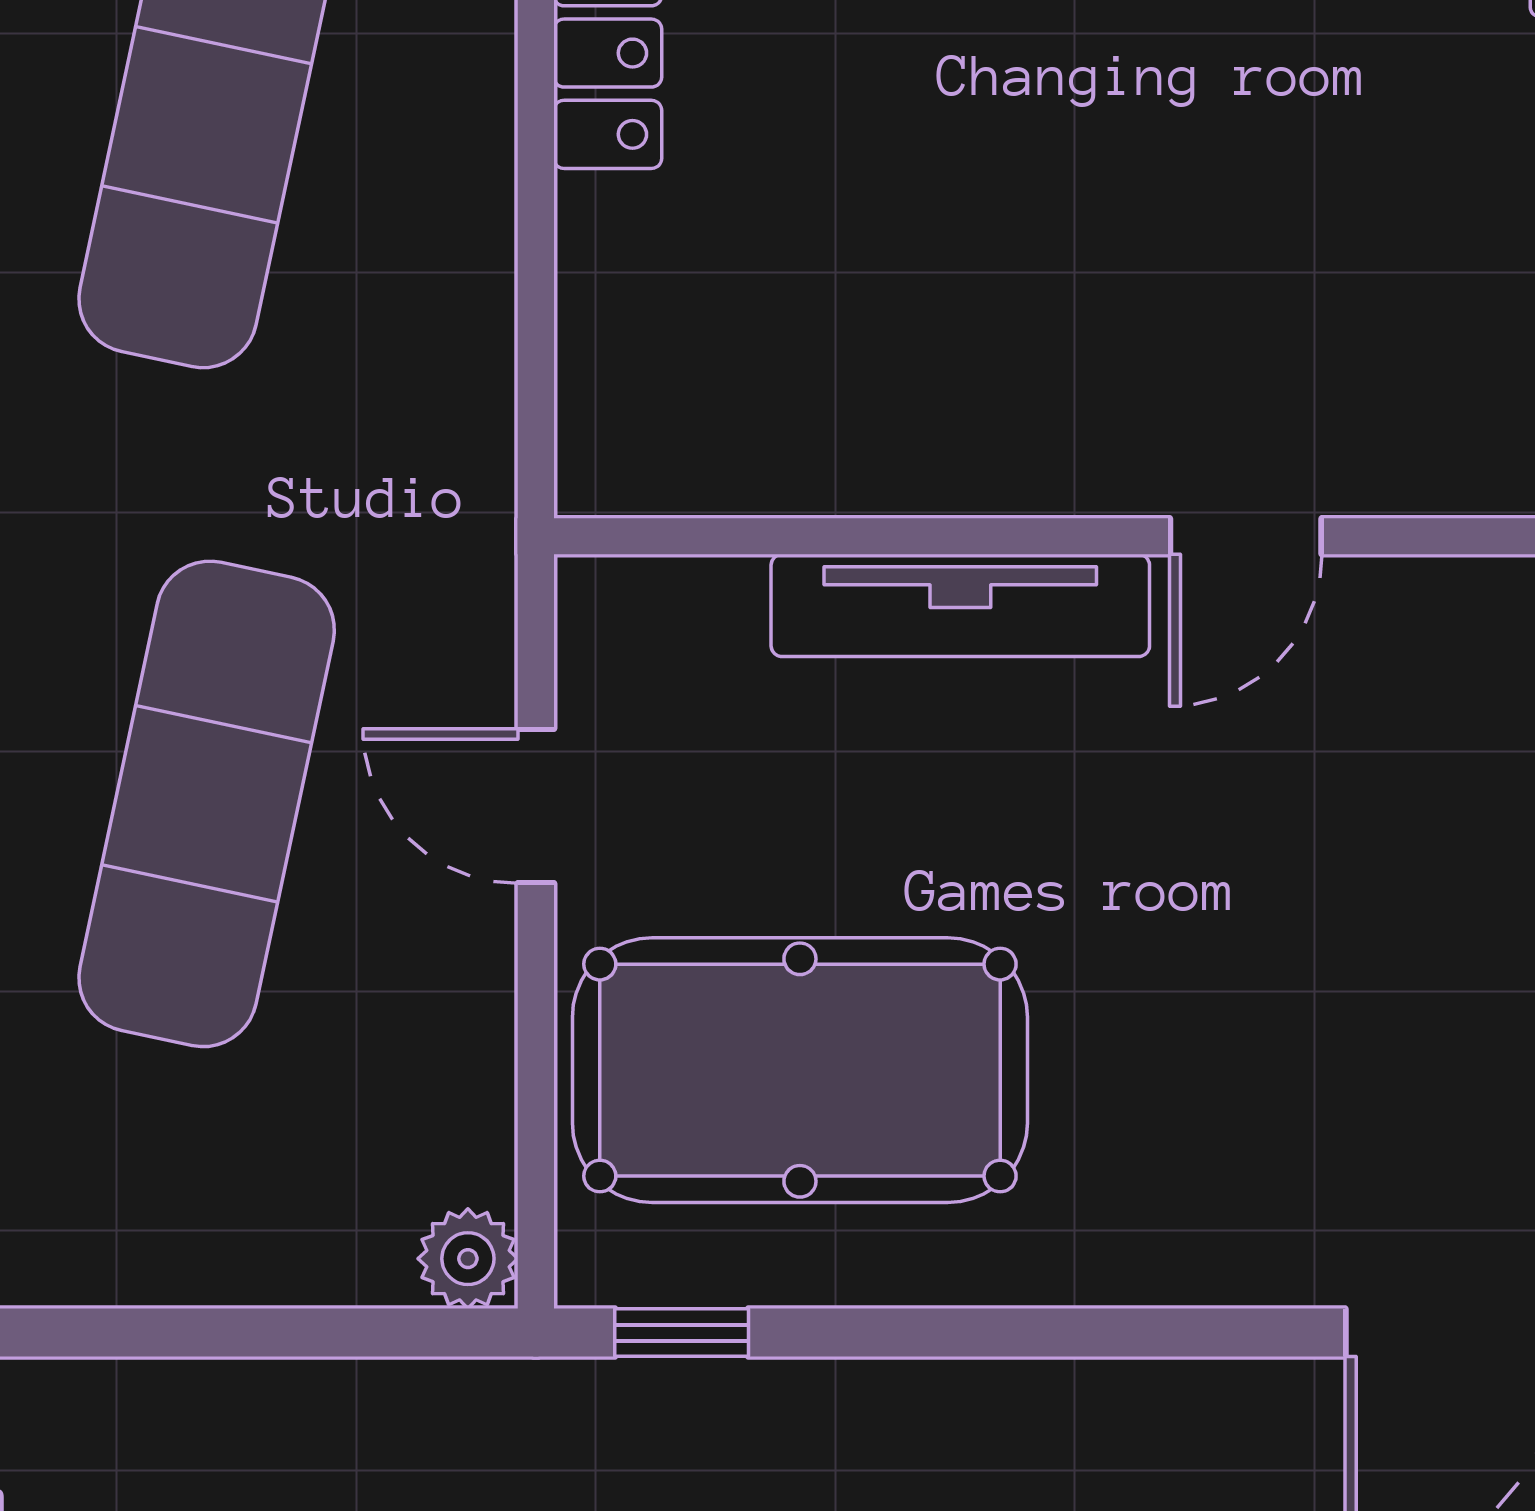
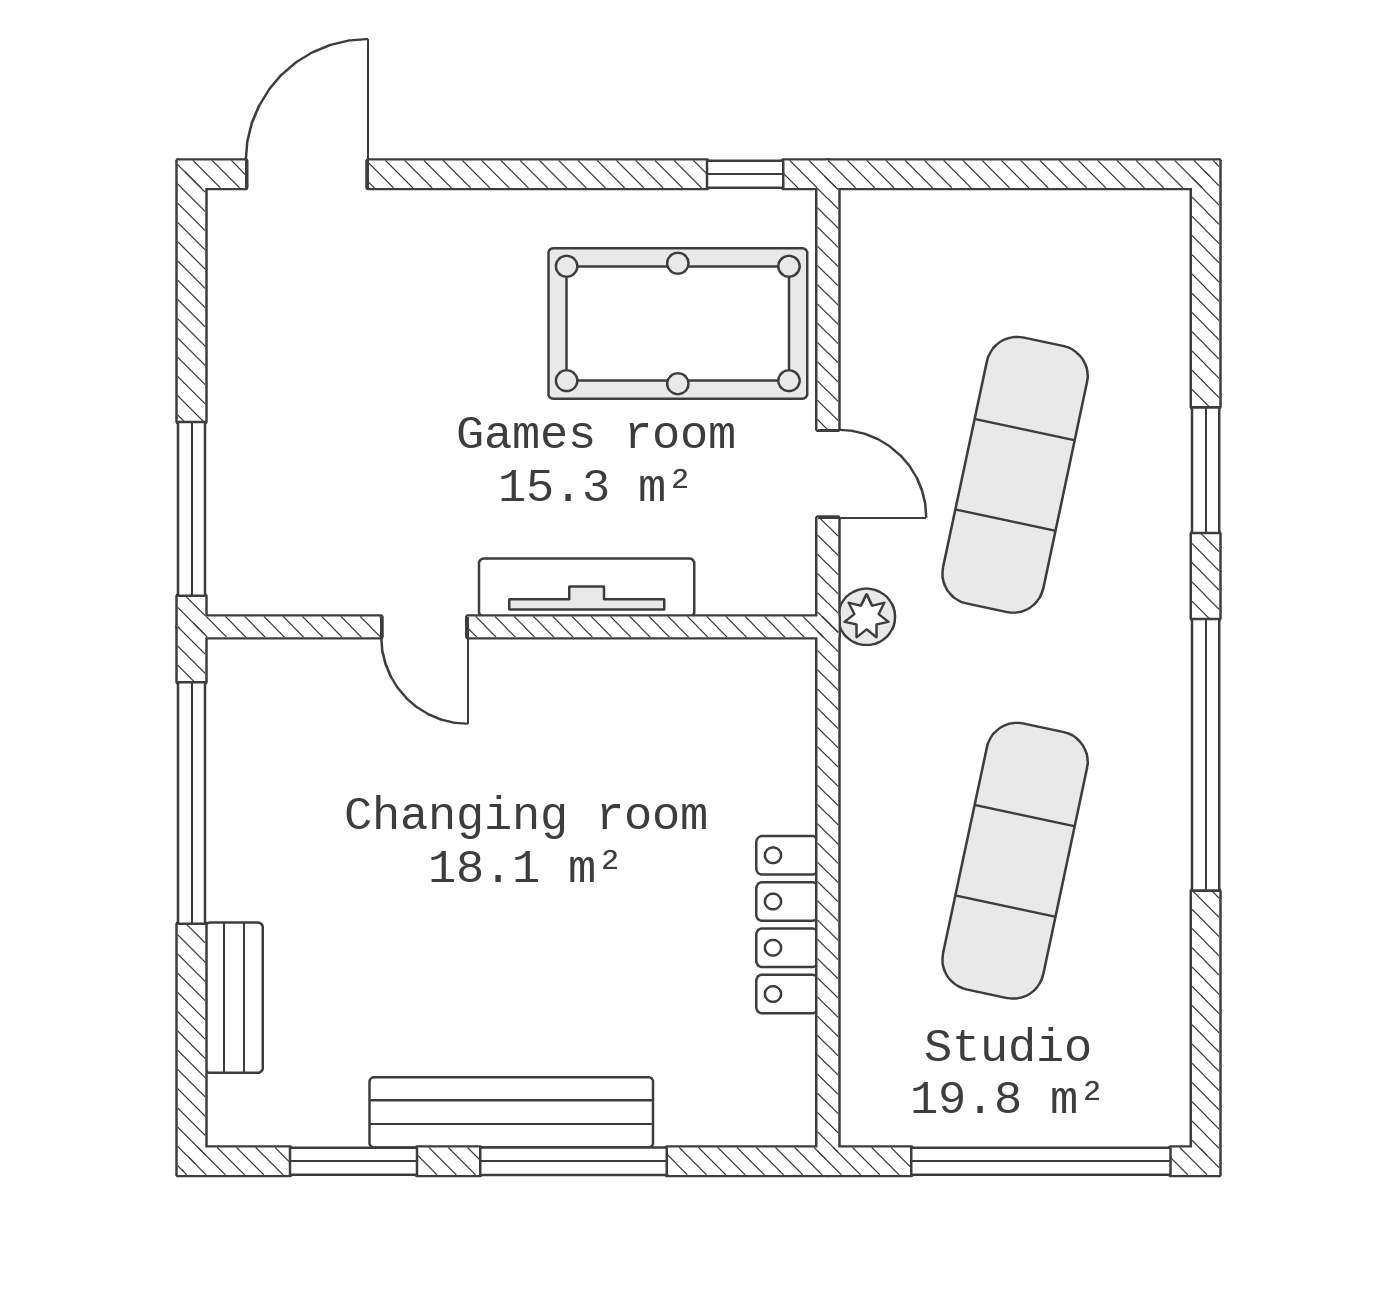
door: (1246, 536) -> (424, 627), swing flipped
plant: (468, 1259) -> (867, 617), moved

